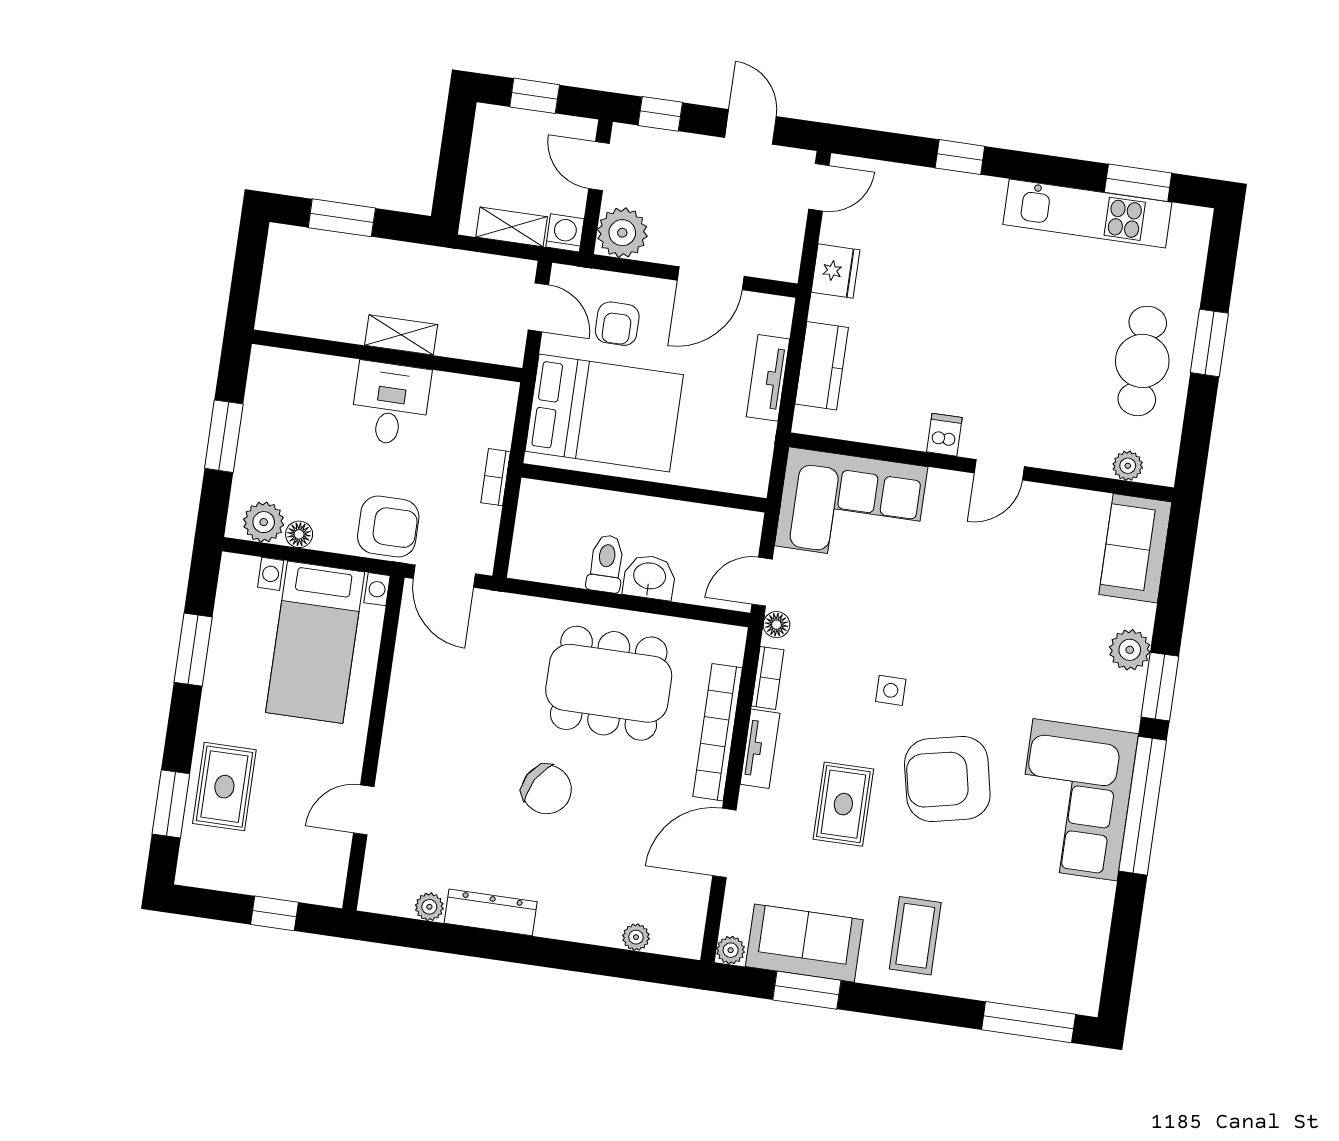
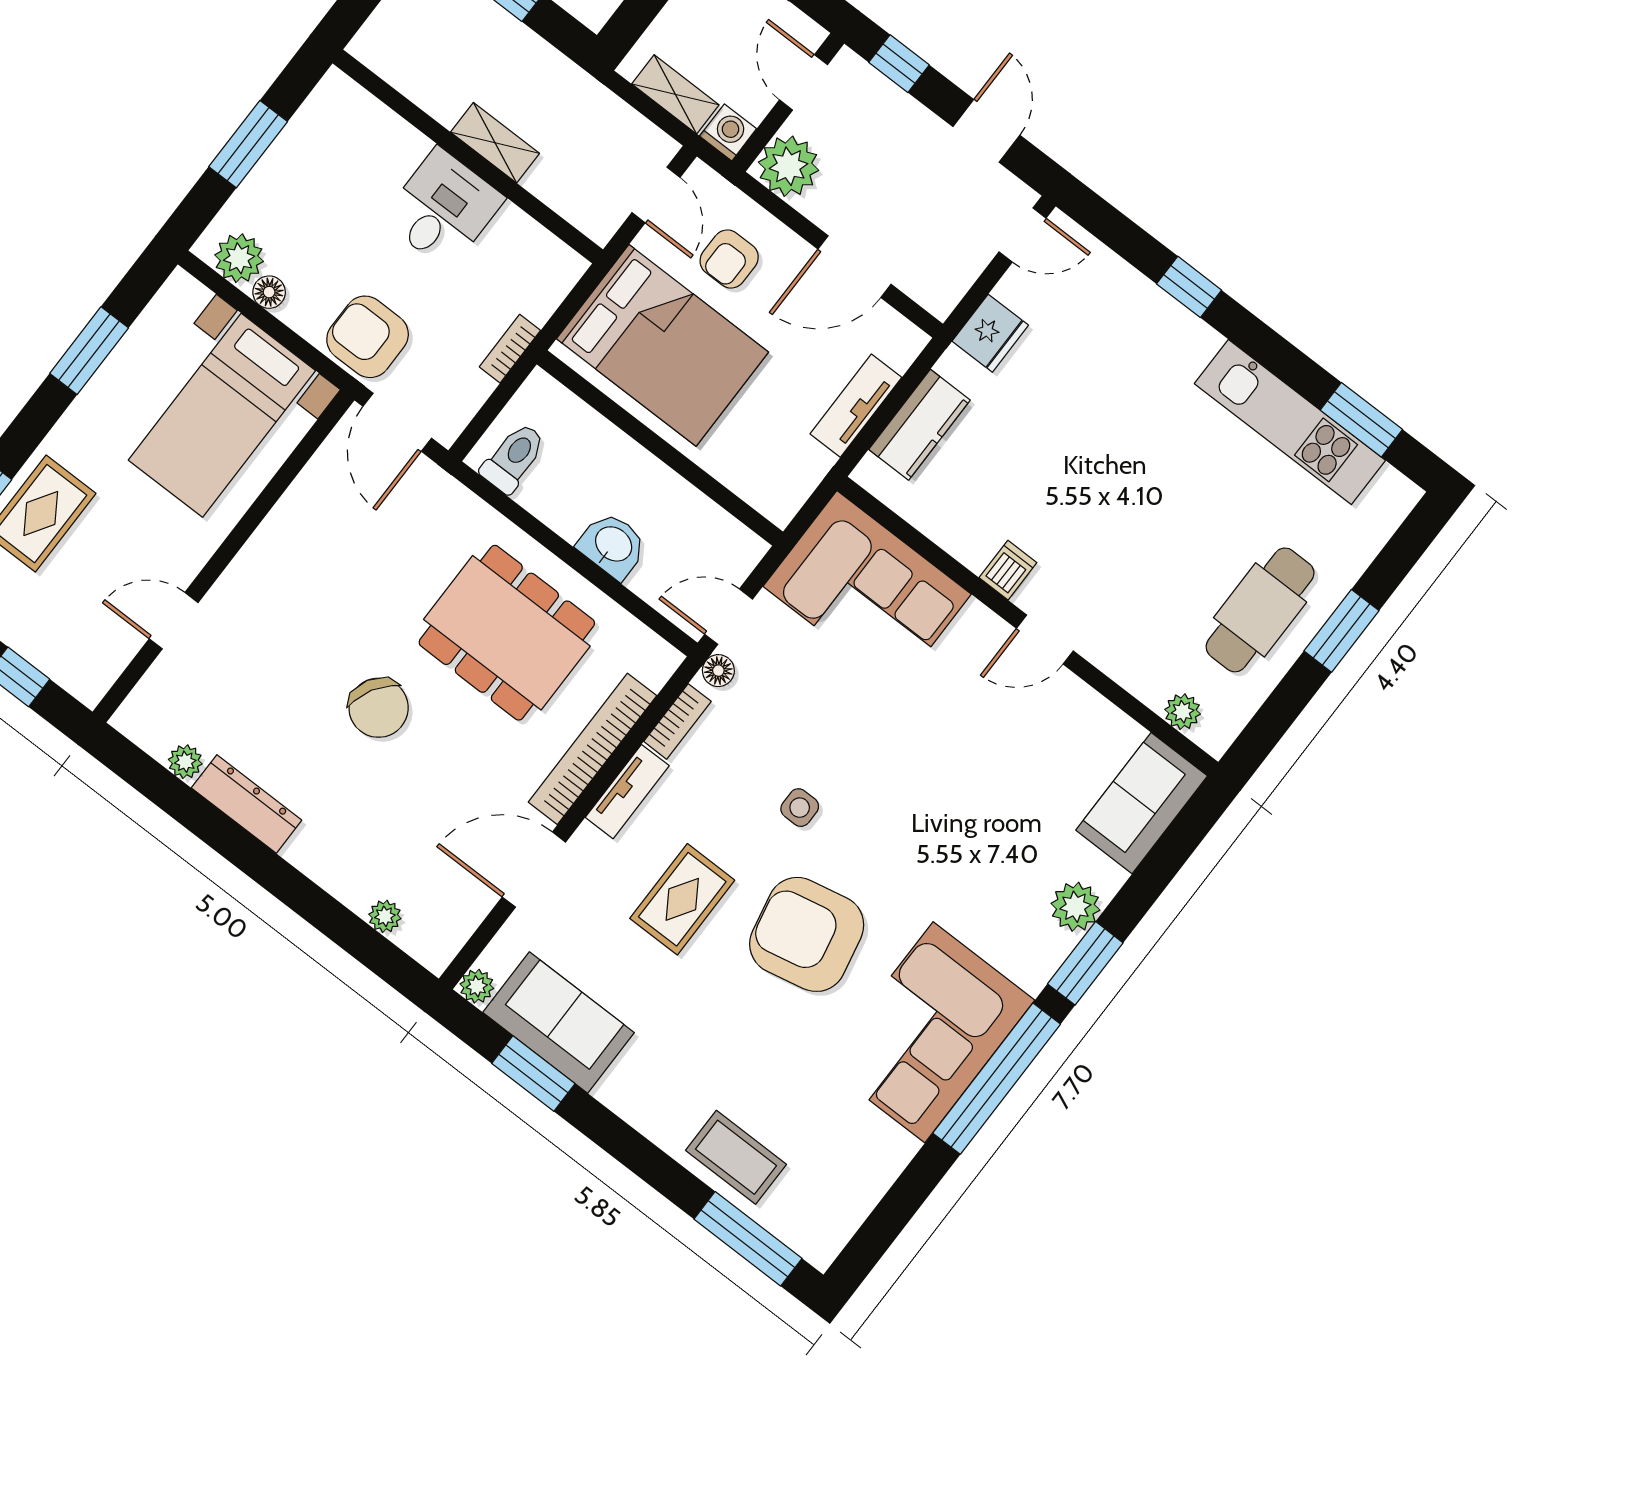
armchair: (388, 527) -> (368, 337), turned 180
toilet: (606, 564) -> (514, 458), moved
coffee table: (915, 936) -> (736, 1157), moved, turned 90

